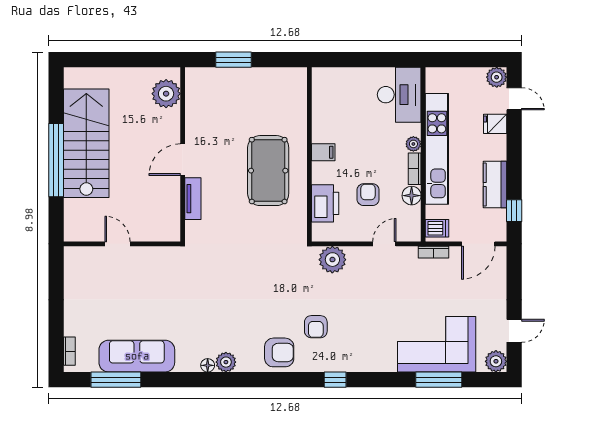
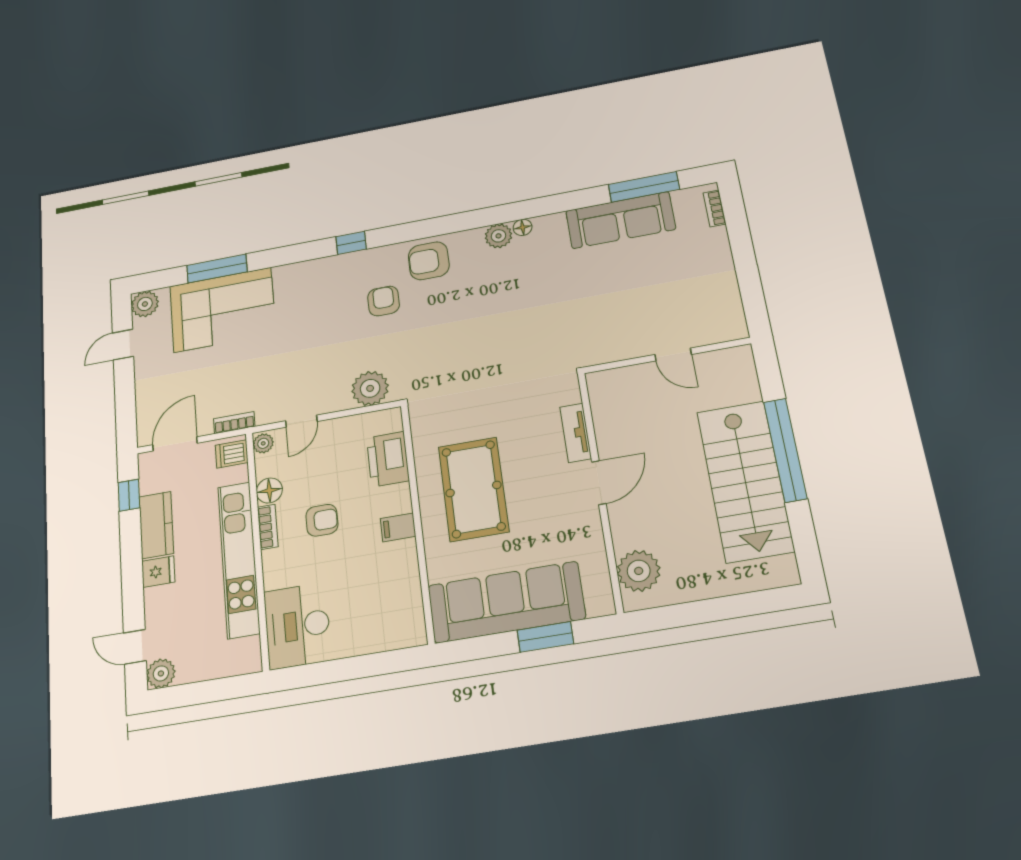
sofa: (256, 87) -> (506, 602), added
fridge: (495, 124) -> (158, 572), moved
plant: (413, 144) -> (263, 443), moved
armchair: (368, 195) -> (322, 520), moved, turned -90

